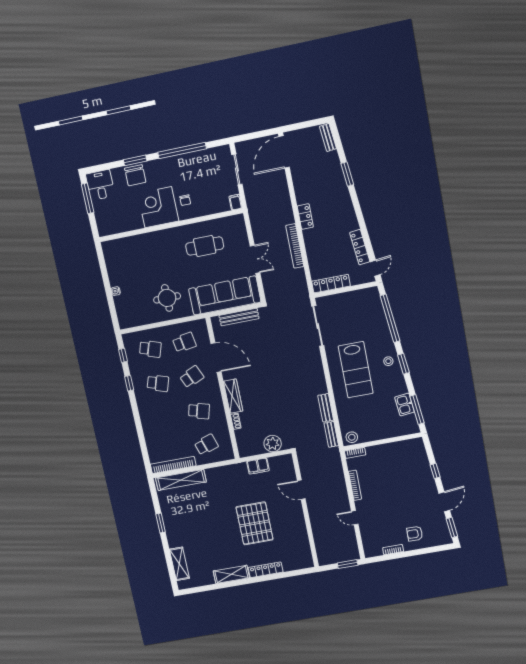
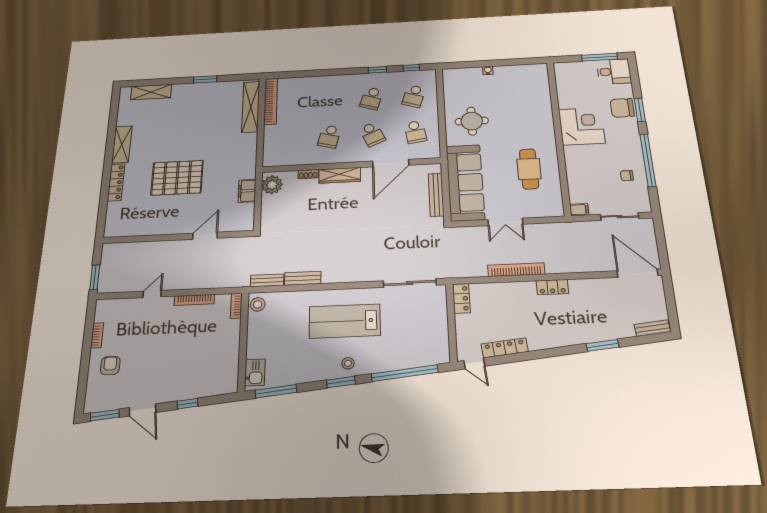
chair: (185, 200) -> (627, 176), moved
locker: (331, 284) -> (461, 298), width x0.66
kitchen sink: (405, 405) -> (255, 372), moved, turned 96
plant: (273, 444) -> (272, 185), moved
school desk: (206, 445) -> (287, 139), removed

